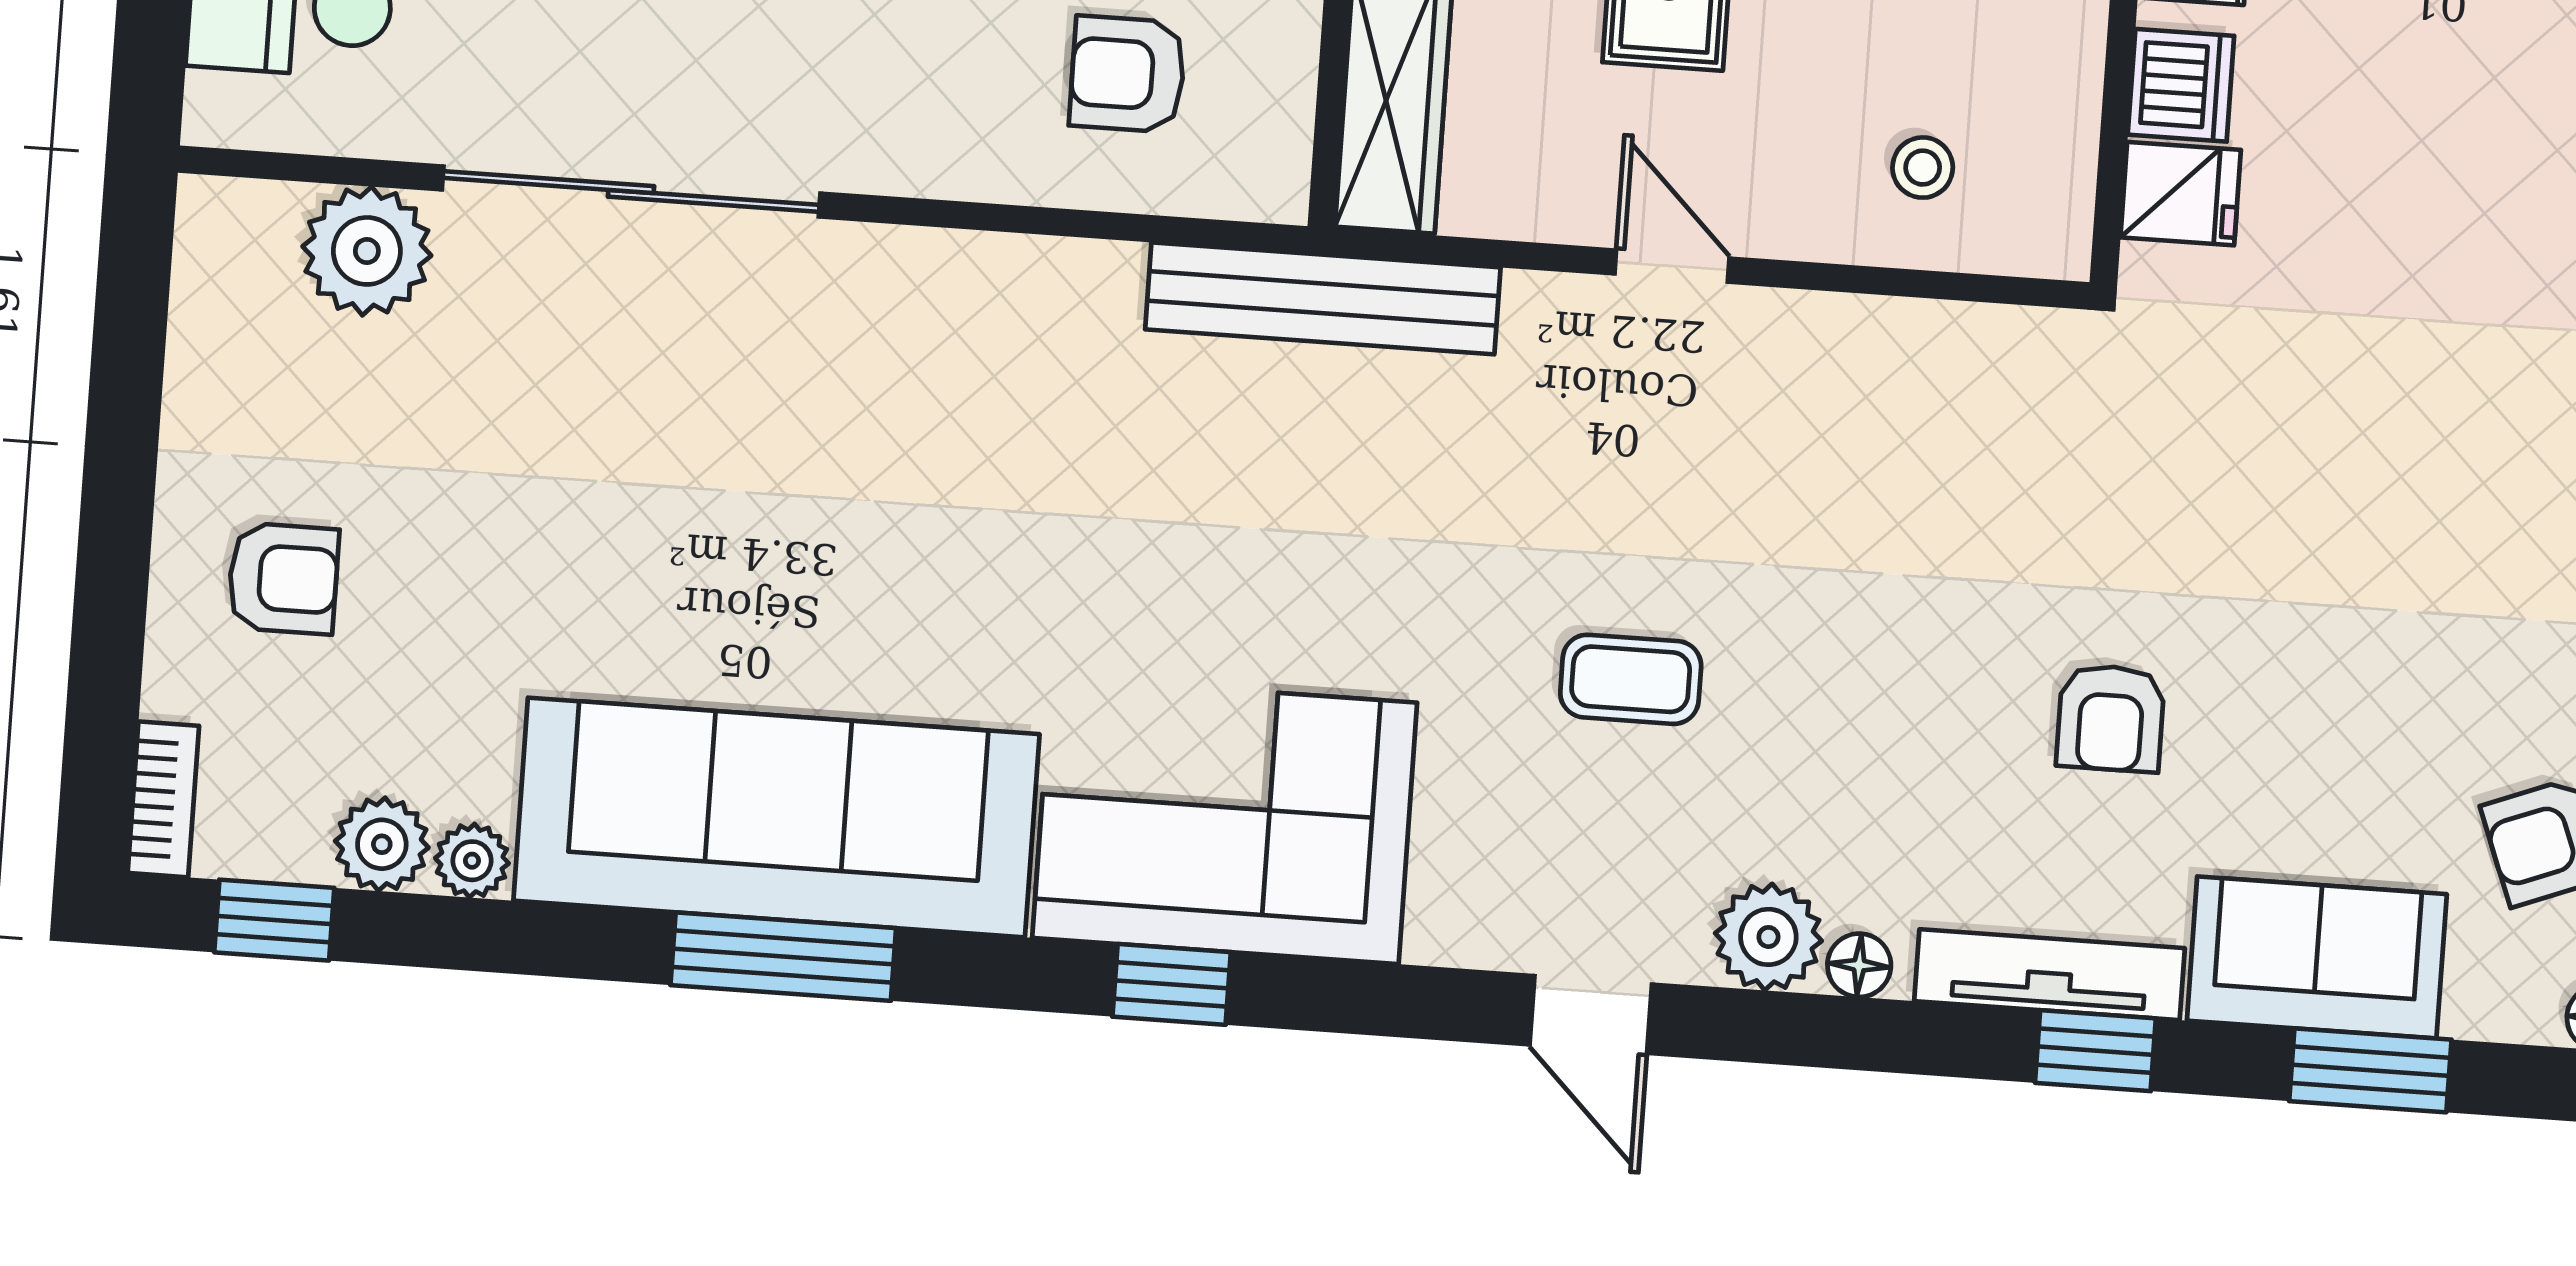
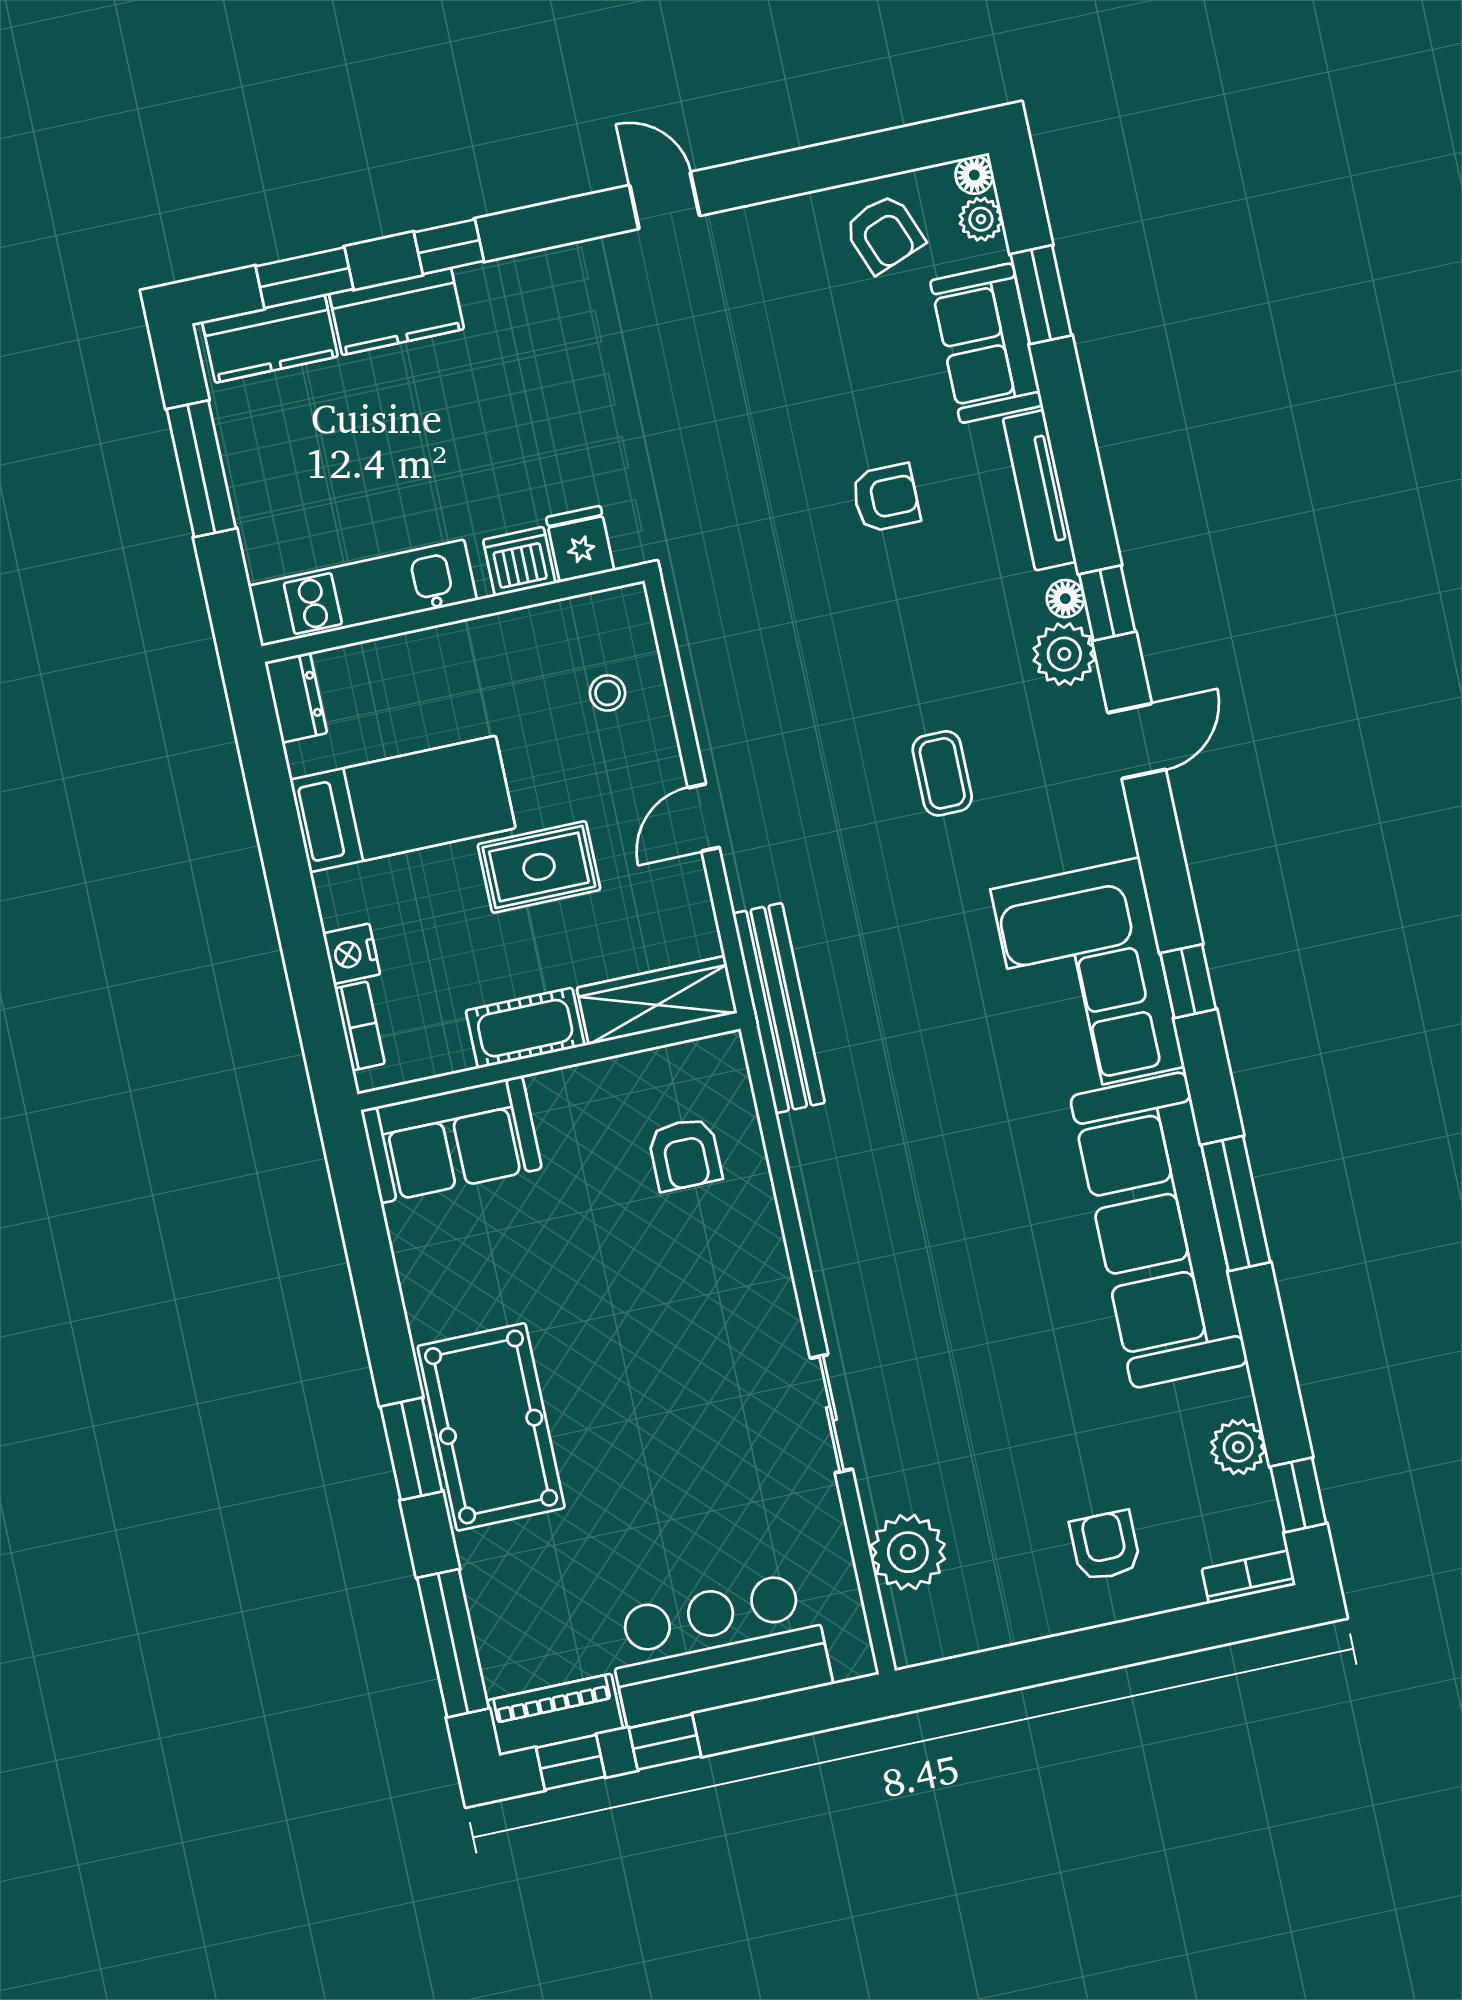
sliding door: (631, 191) -> (831, 1414), width x0.54
plant: (472, 861) -> (981, 219), moved
window: (2095, 1051) -> (1107, 603), moved

